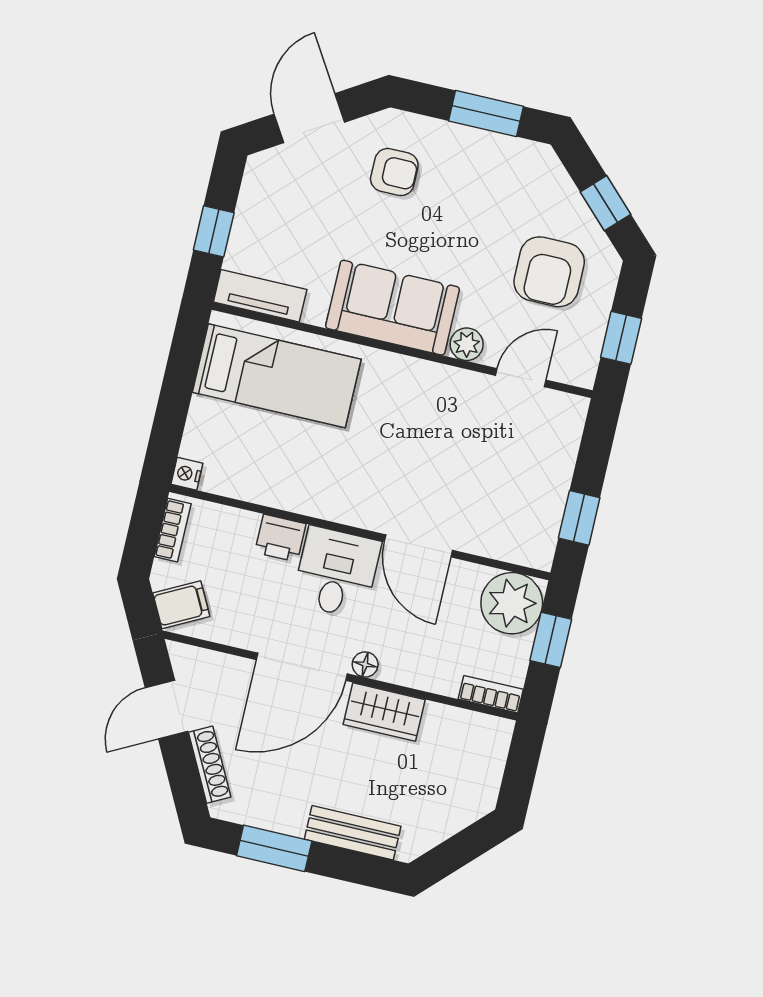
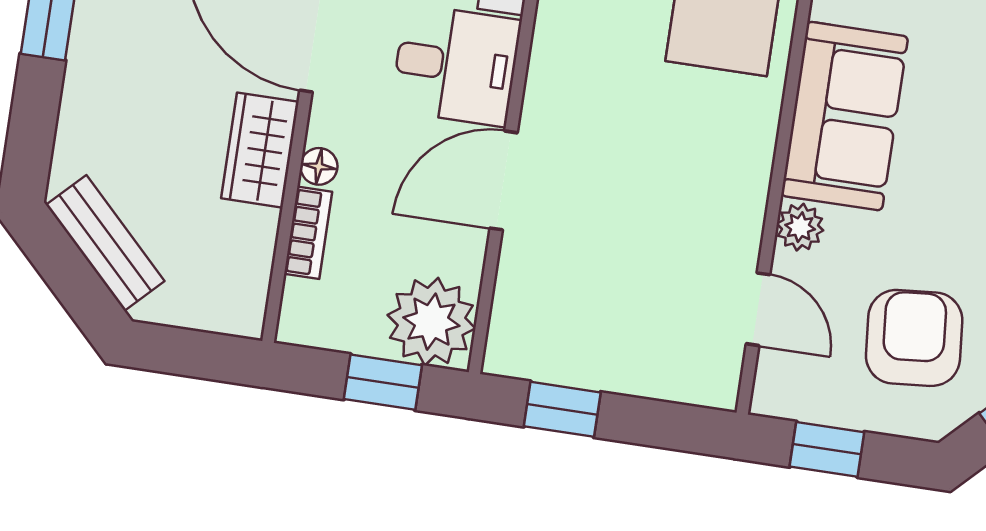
armchair: (549, 272) -> (914, 338), turned 85
floor lamp: (365, 664) -> (319, 166), moved
bookcase: (491, 694) -> (308, 233), moved
bench: (353, 833) -> (105, 243), moved, turned -45

